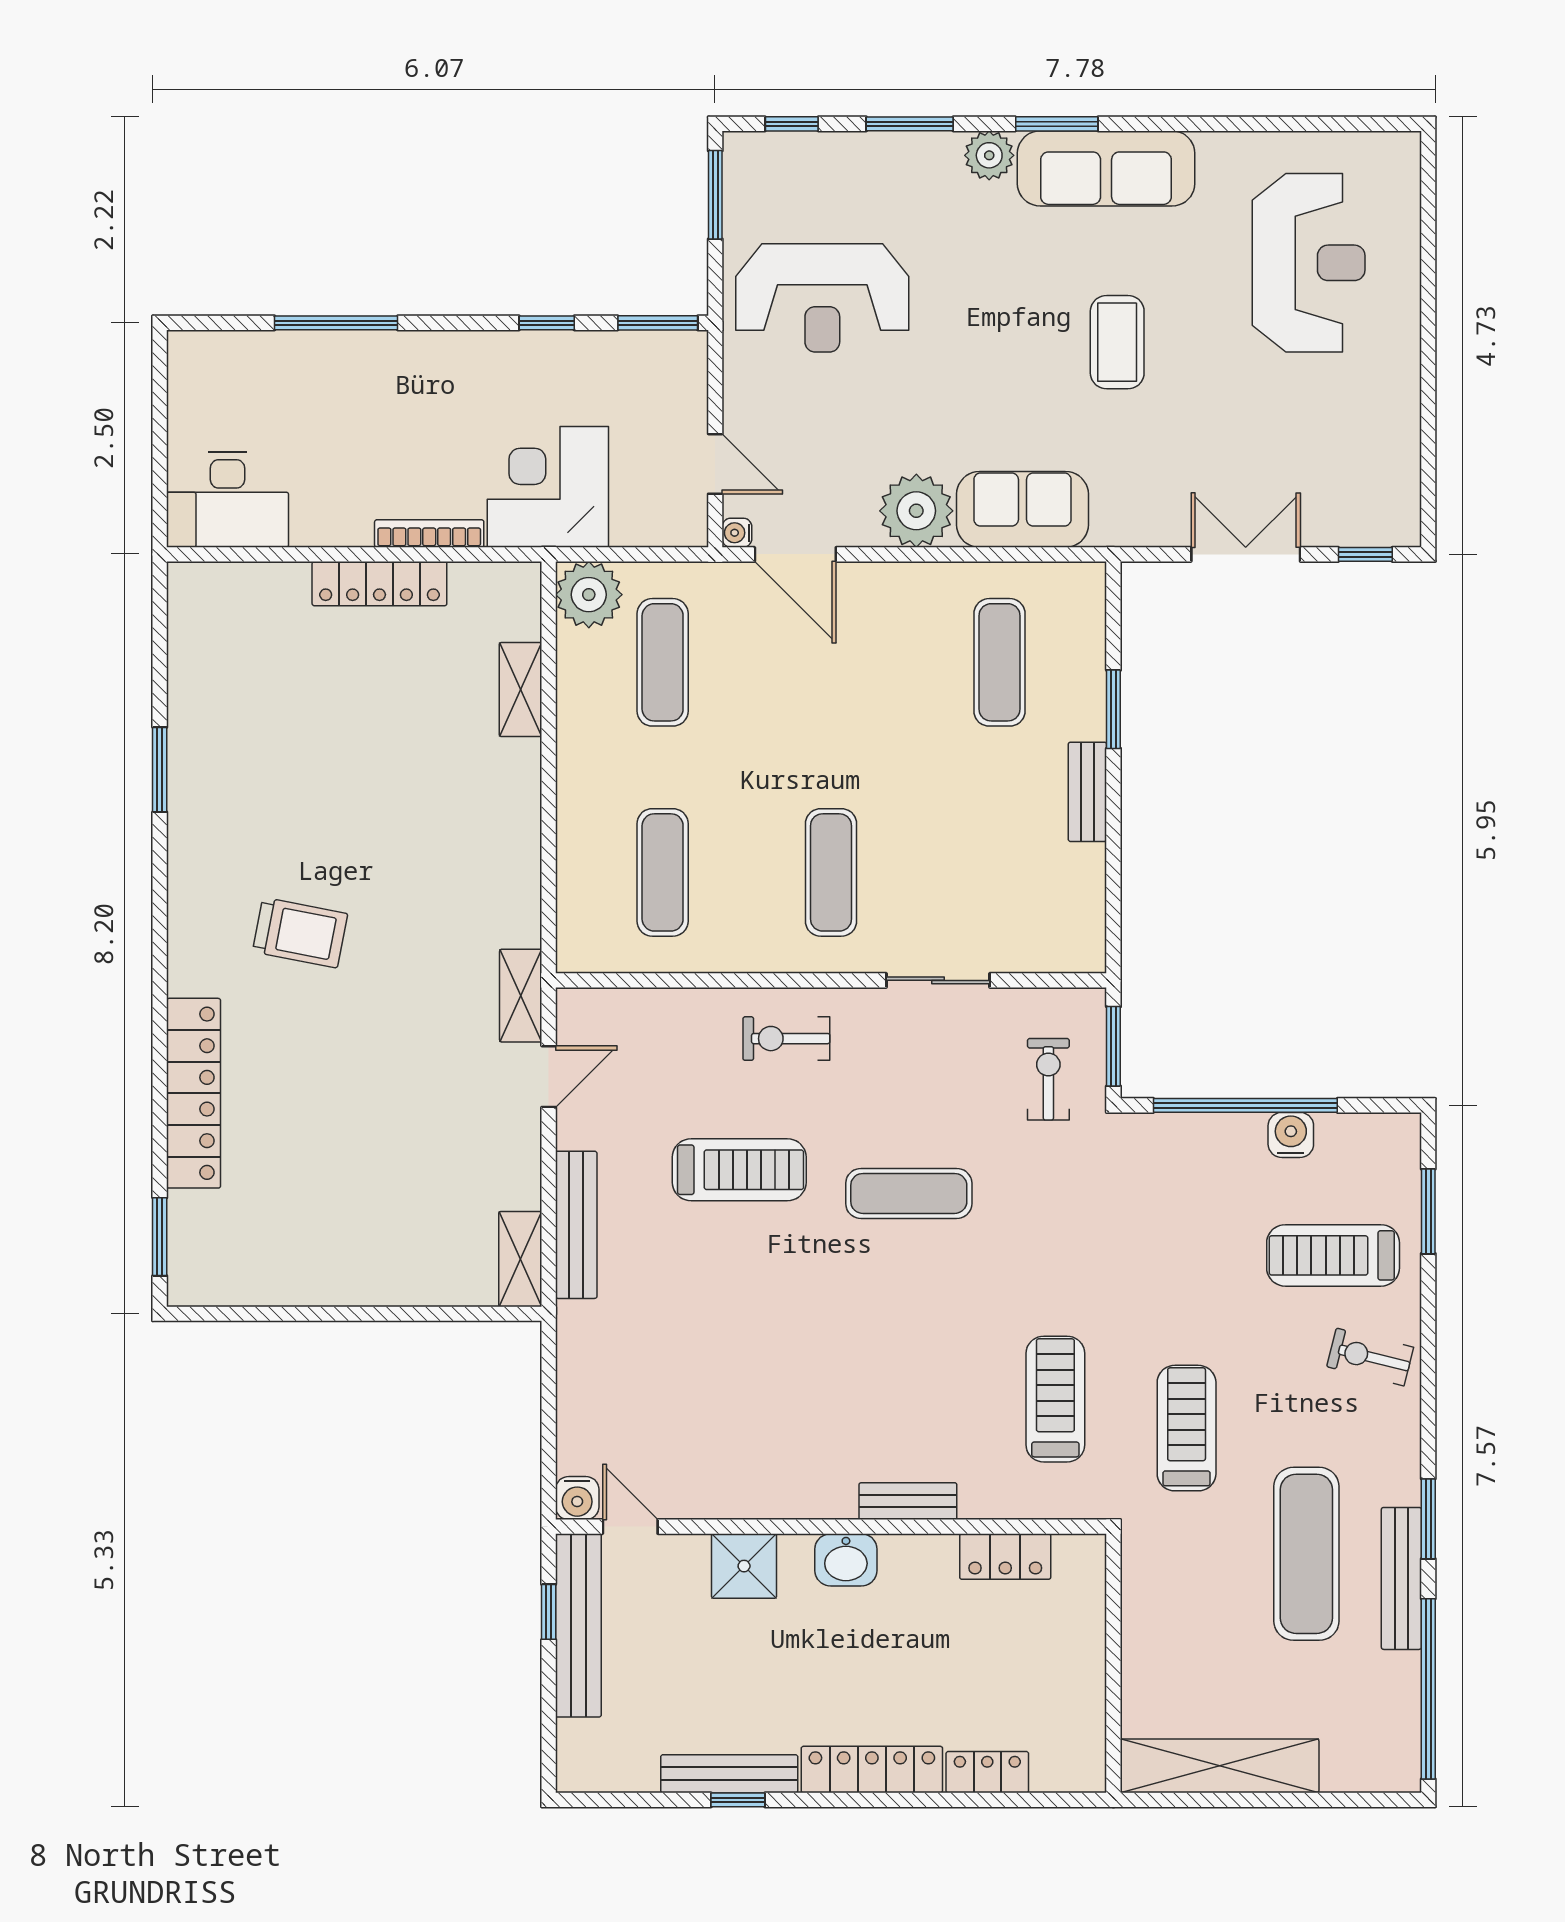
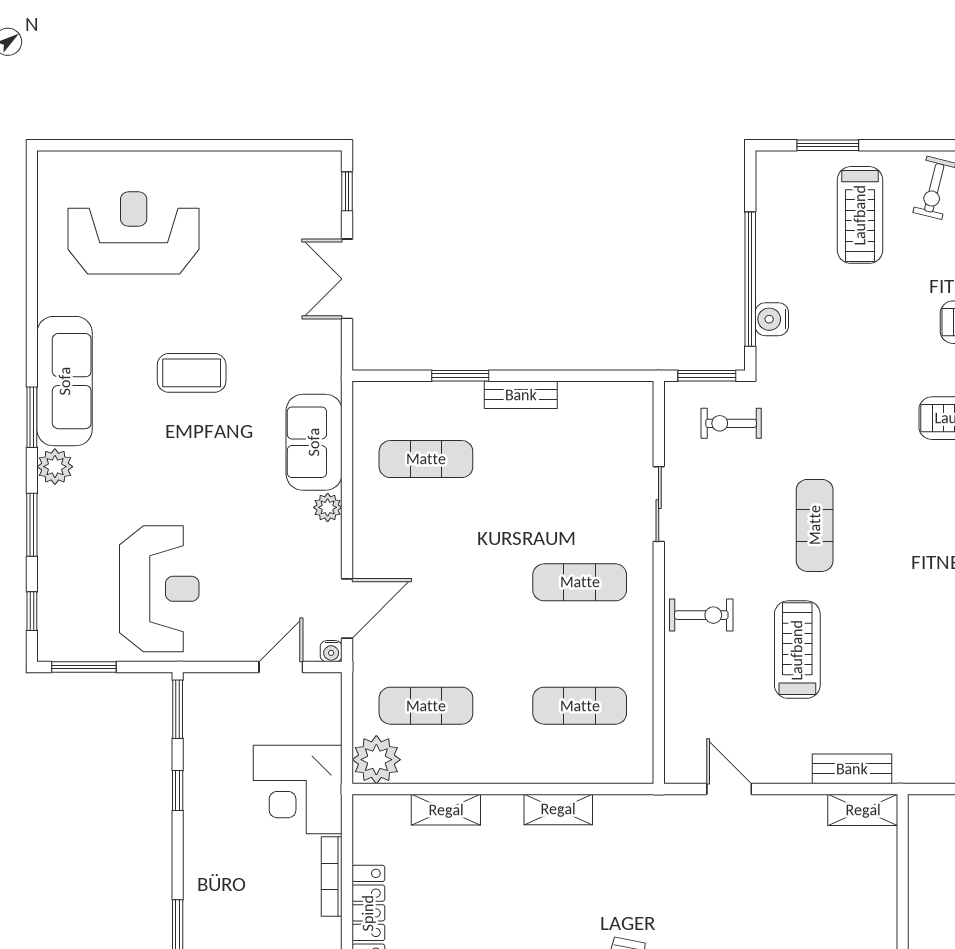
plant: (916, 511) -> (328, 507), width x0.53, depth x0.53
shelving: (521, 996) -> (558, 809), moved
exercise bike: (786, 1039) -> (701, 615), turned -90
water cooler: (1291, 1135) -> (772, 319), moved
bench: (576, 1225) -> (852, 769), width x0.73

